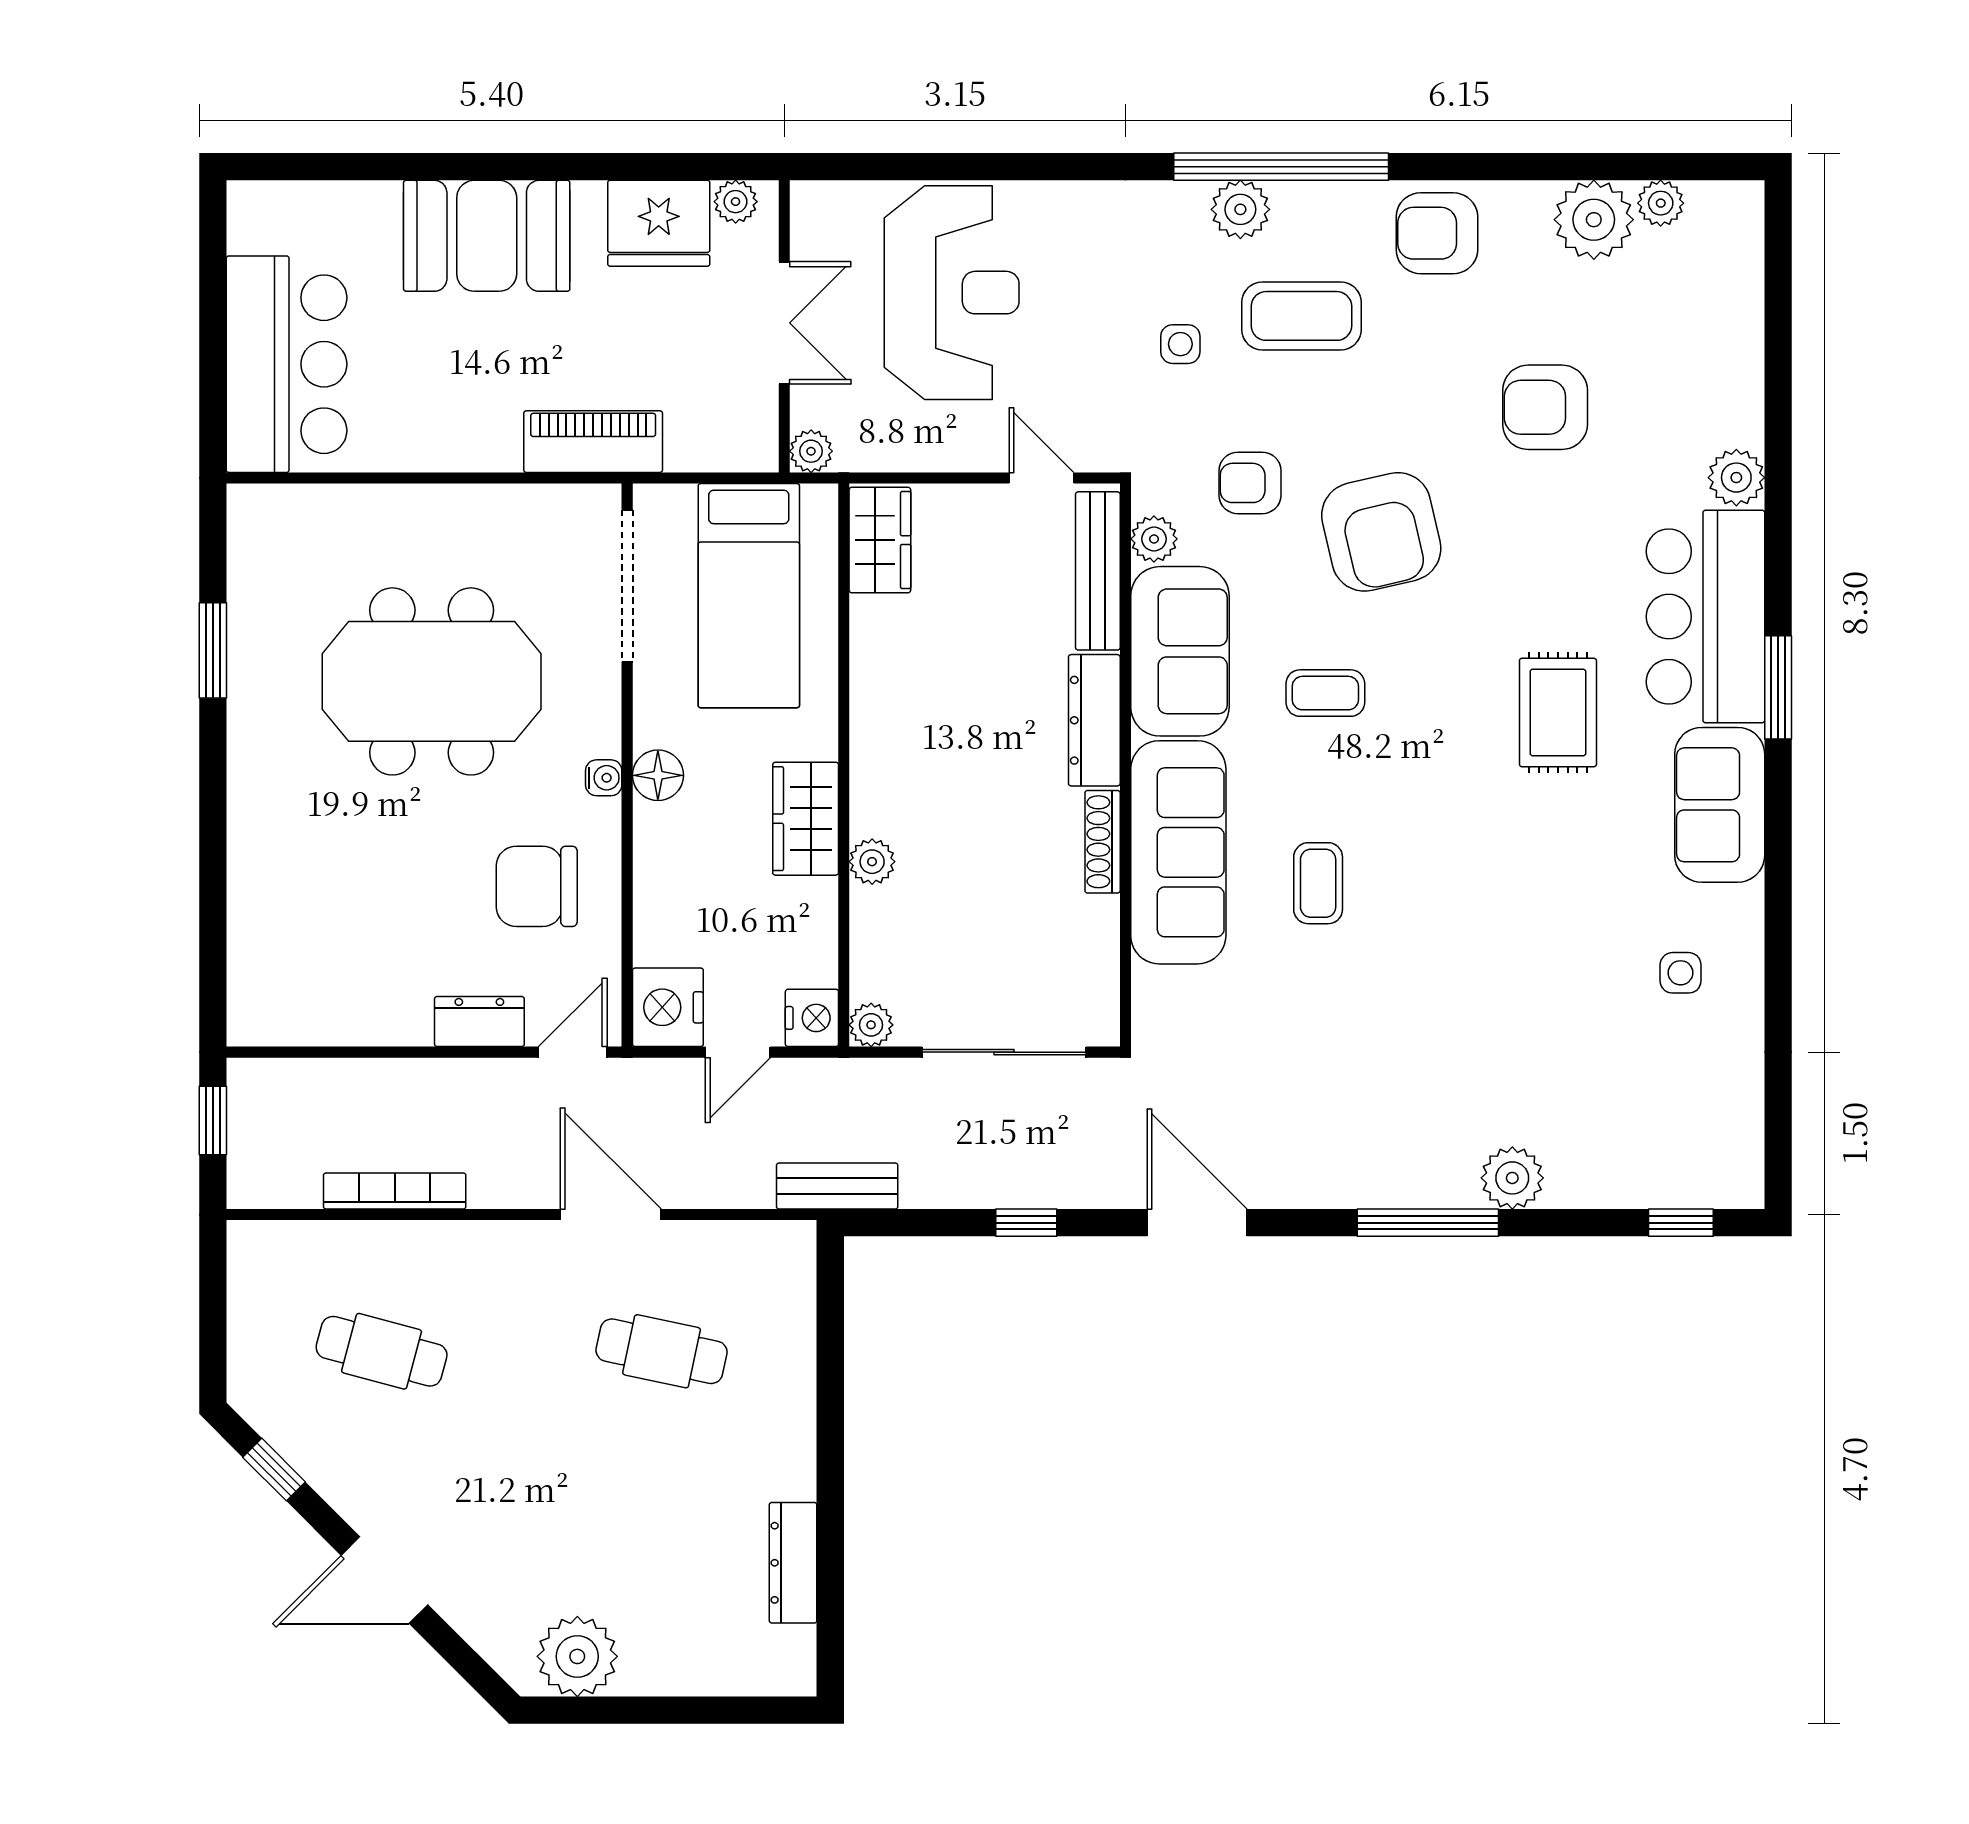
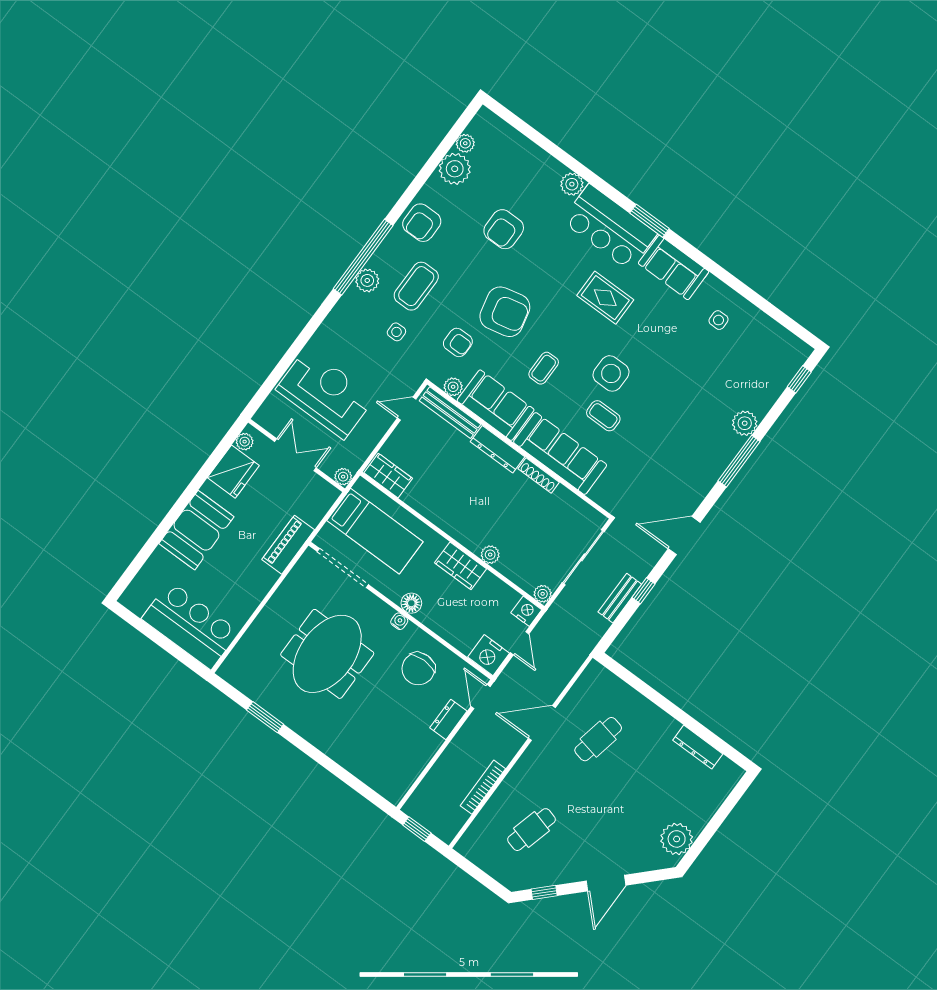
armchair: (1250, 483) -> (458, 342), turned -90
side table: (1414, 836) -> (611, 373), added
bench: (837, 1186) -> (620, 598), moved

